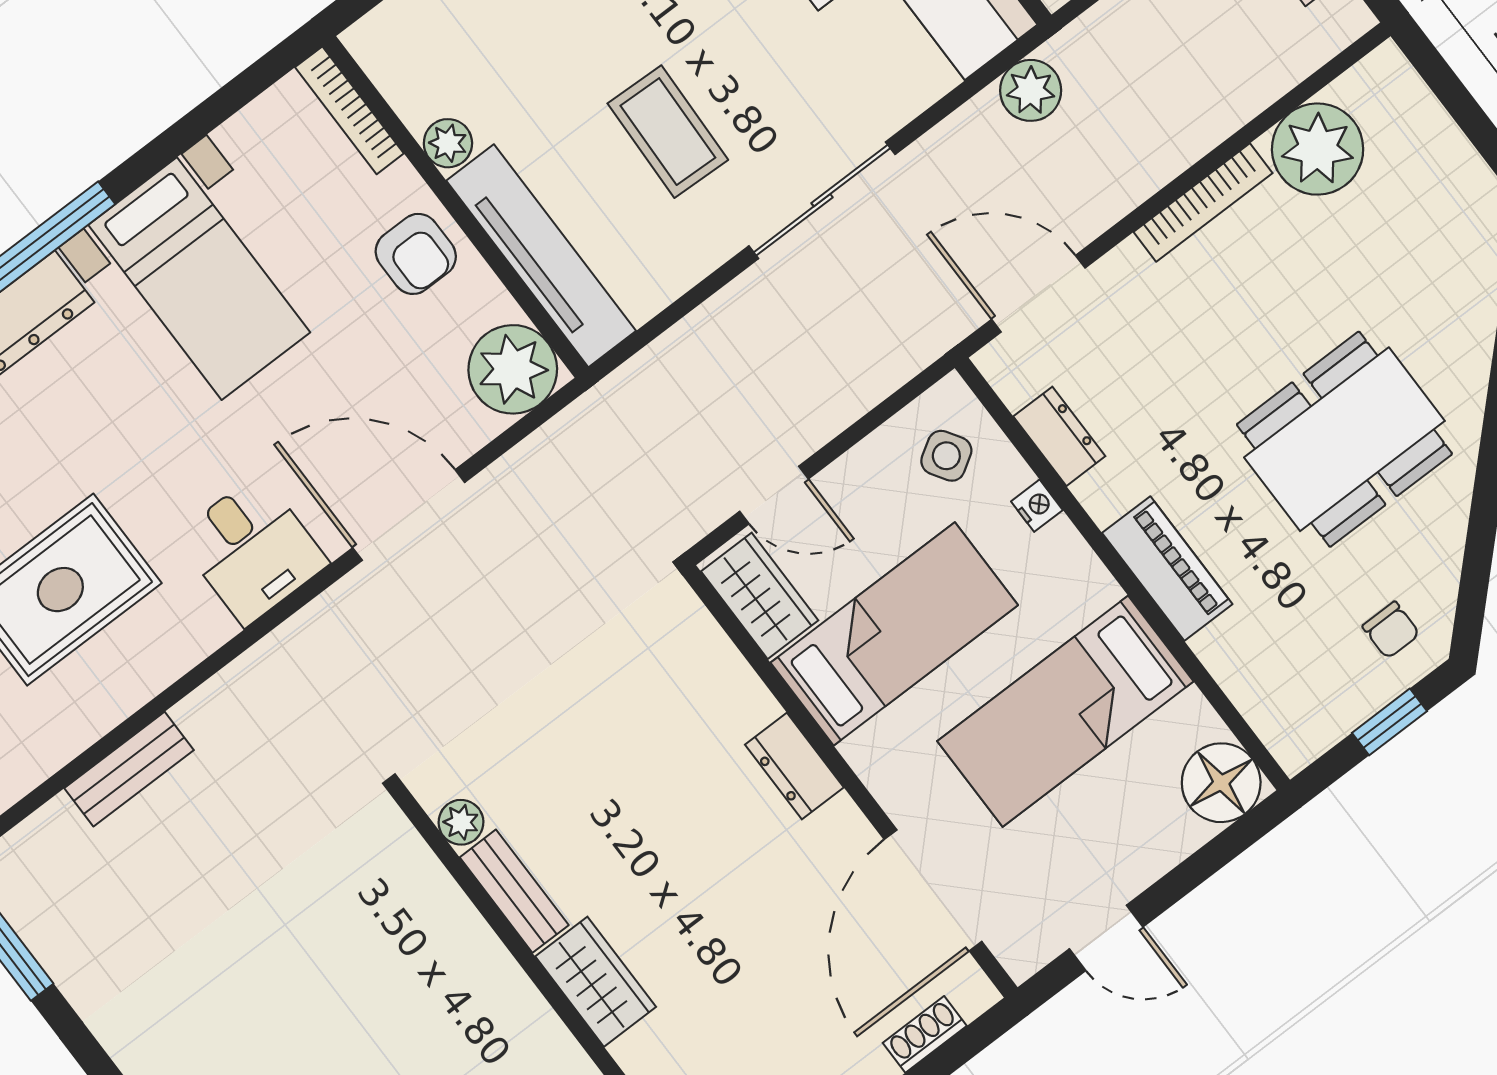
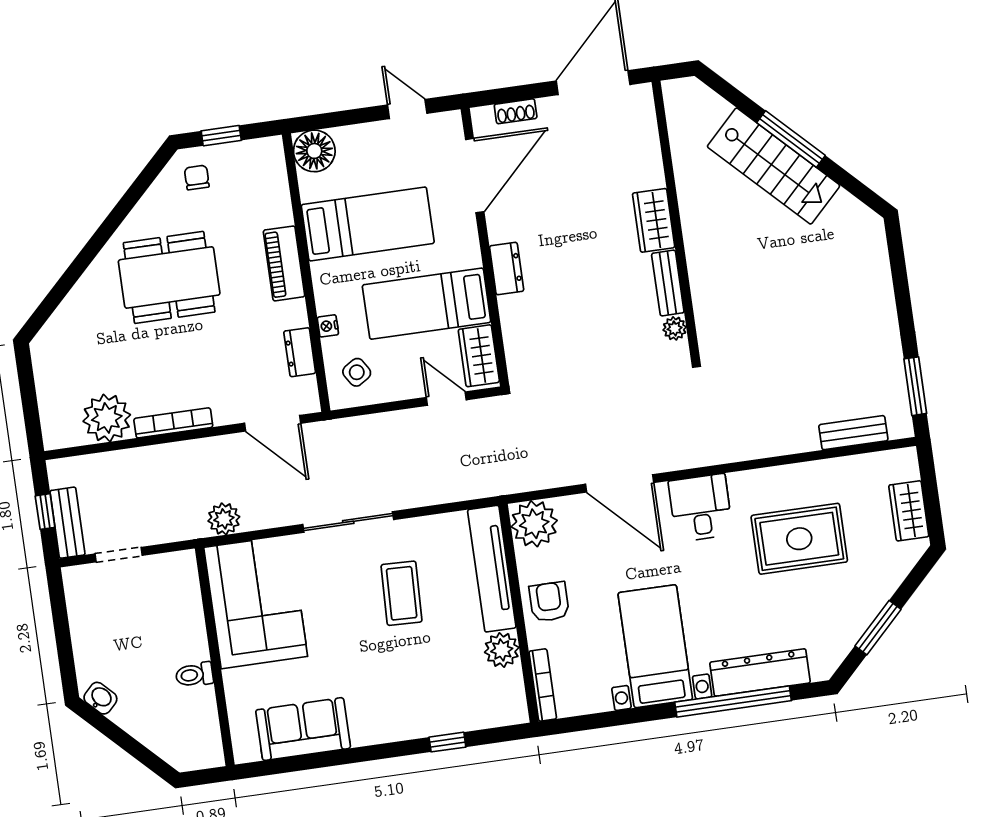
plant: (448, 143) -> (502, 650), width x1.38, depth x1.38
bench: (129, 769) -> (853, 433), moved

